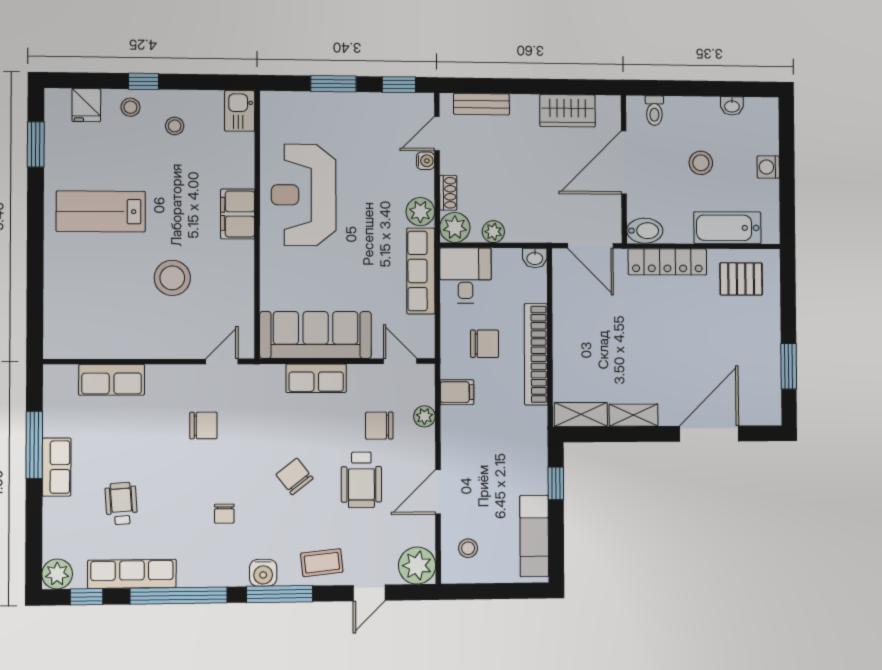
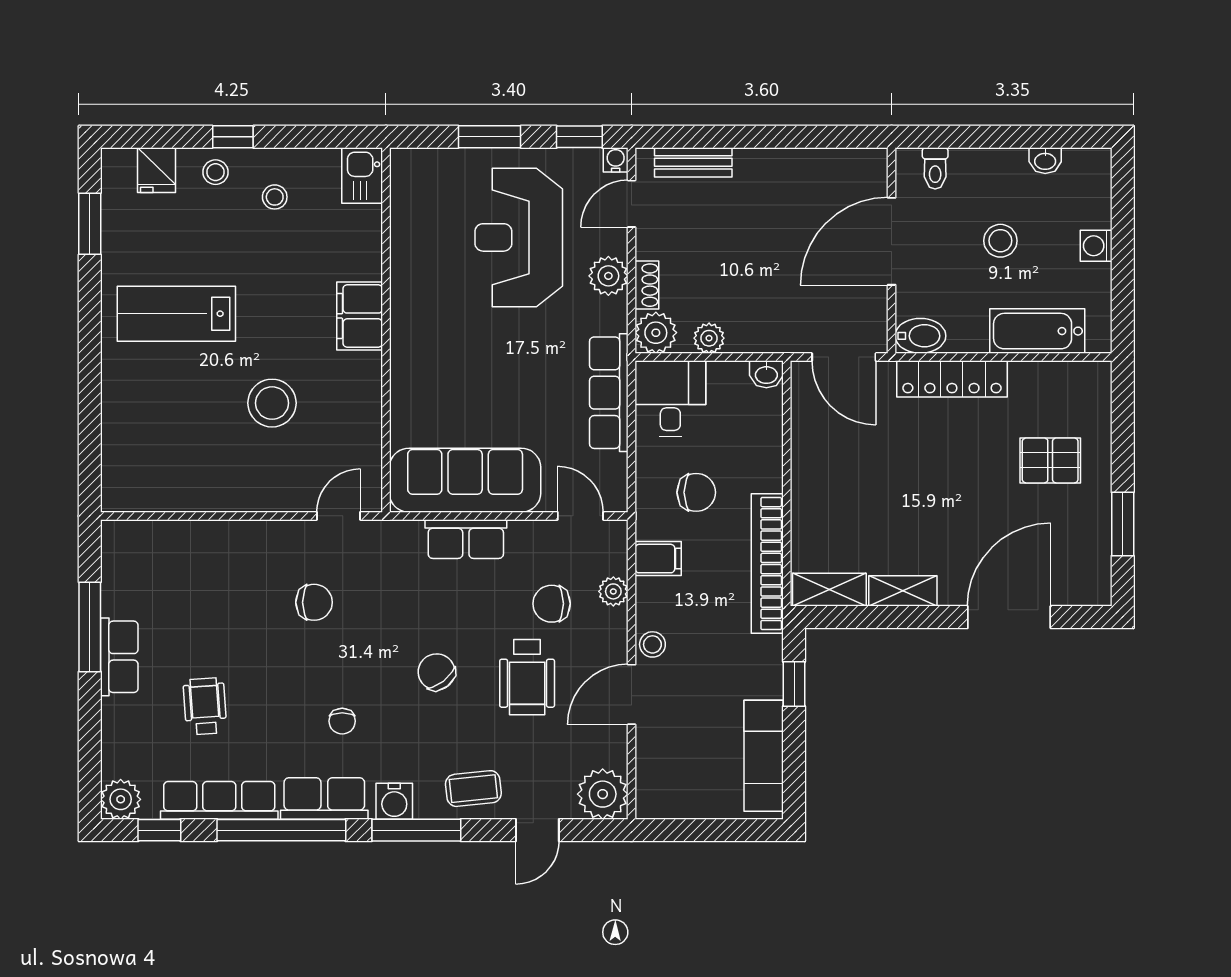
wardrobe: (567, 111) -> (813, 170), removed
water cooler: (425, 161) -> (616, 160), moved, turned -90
reception desk: (304, 195) -> (519, 237), moved
plant: (420, 212) -> (608, 276), moved
pallet: (741, 279) -> (1050, 460), moved
bookcase: (536, 354) -> (767, 564), moved
row of seats: (112, 380) -> (324, 798), moved, turned 180
stool: (468, 548) -> (652, 644), moved

